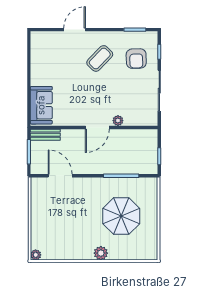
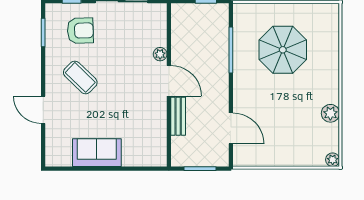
sofa: (41, 105) -> (97, 153), moved
bench: (45, 135) -> (178, 116), moved
door: (60, 176) -> (231, 128), swing flipped
plant: (101, 253) -> (330, 113), moved

